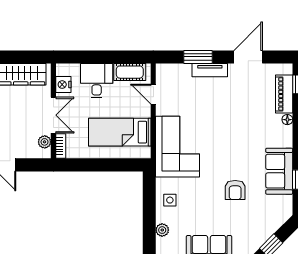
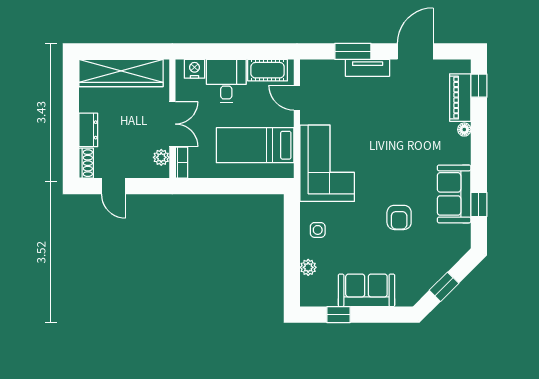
nightstand: (63, 85) -> (194, 69), moved, turned 90

